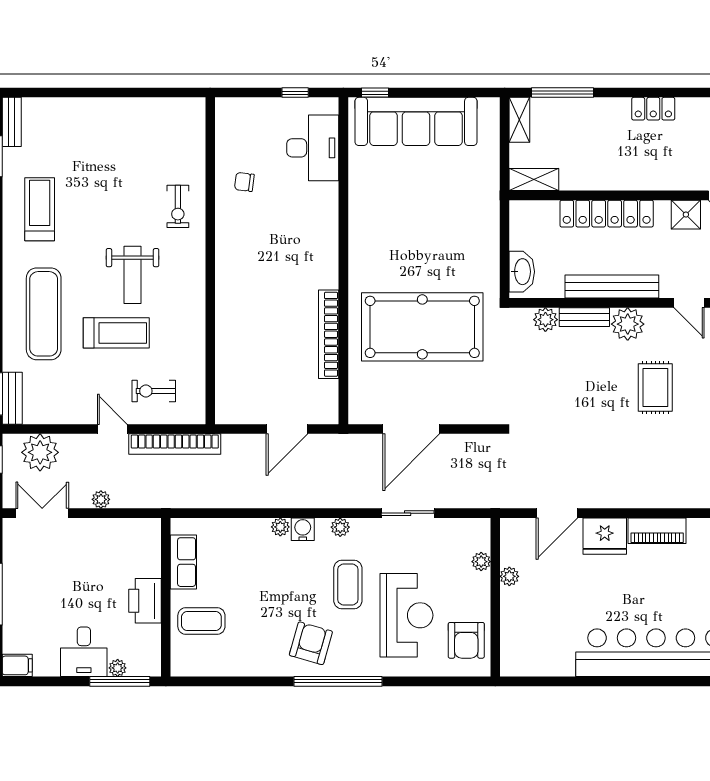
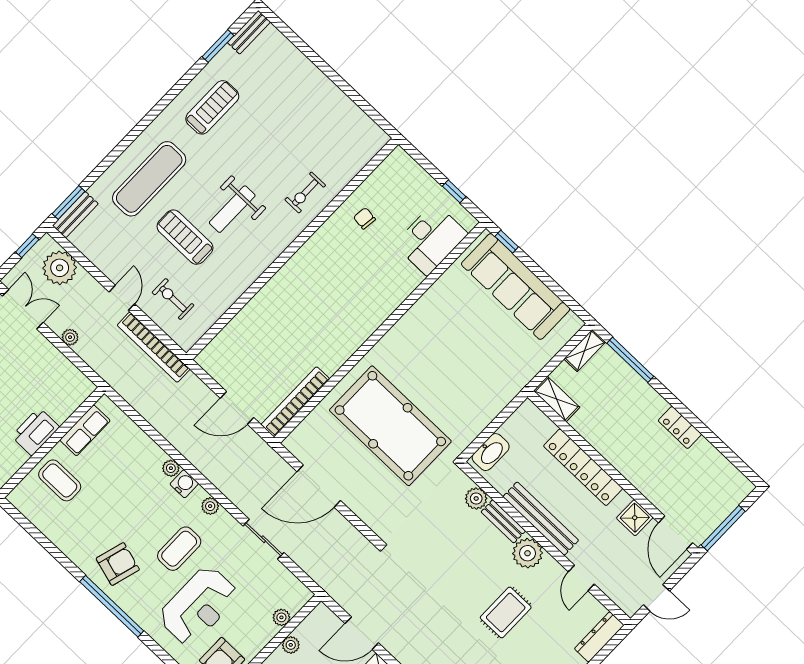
treadmill: (116, 333) -> (185, 237), turned 180
bookcase: (329, 334) -> (295, 402), moved

